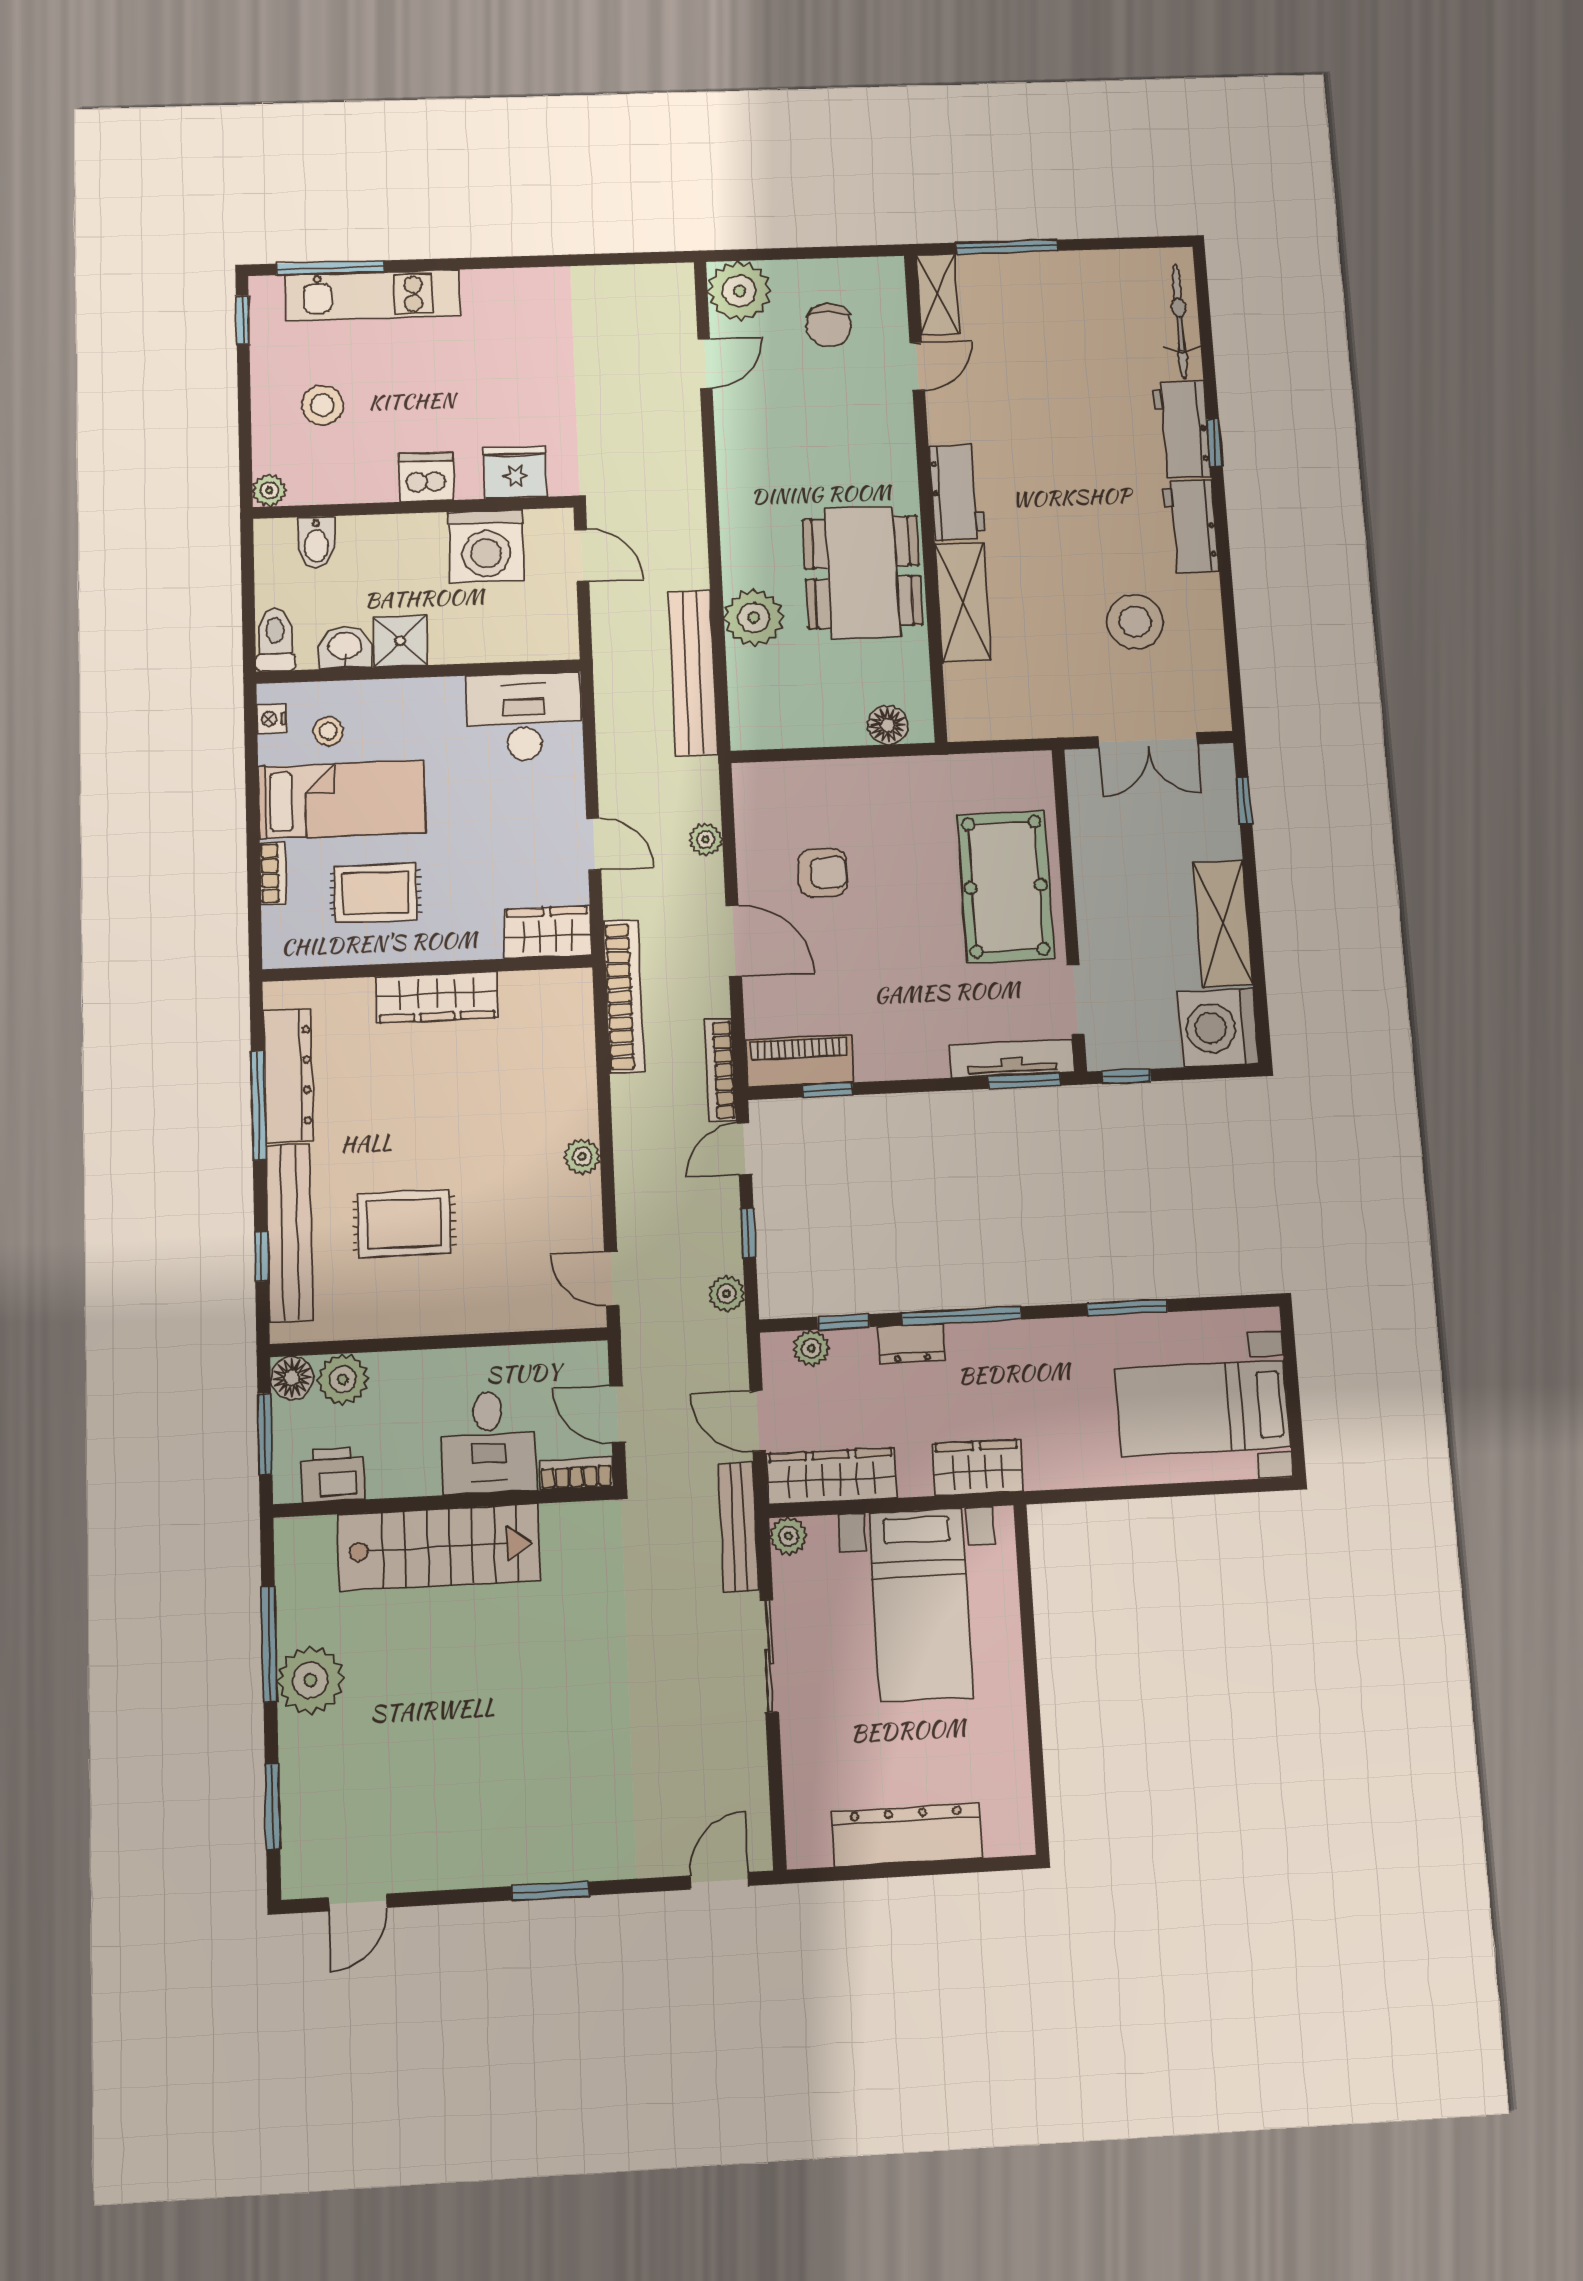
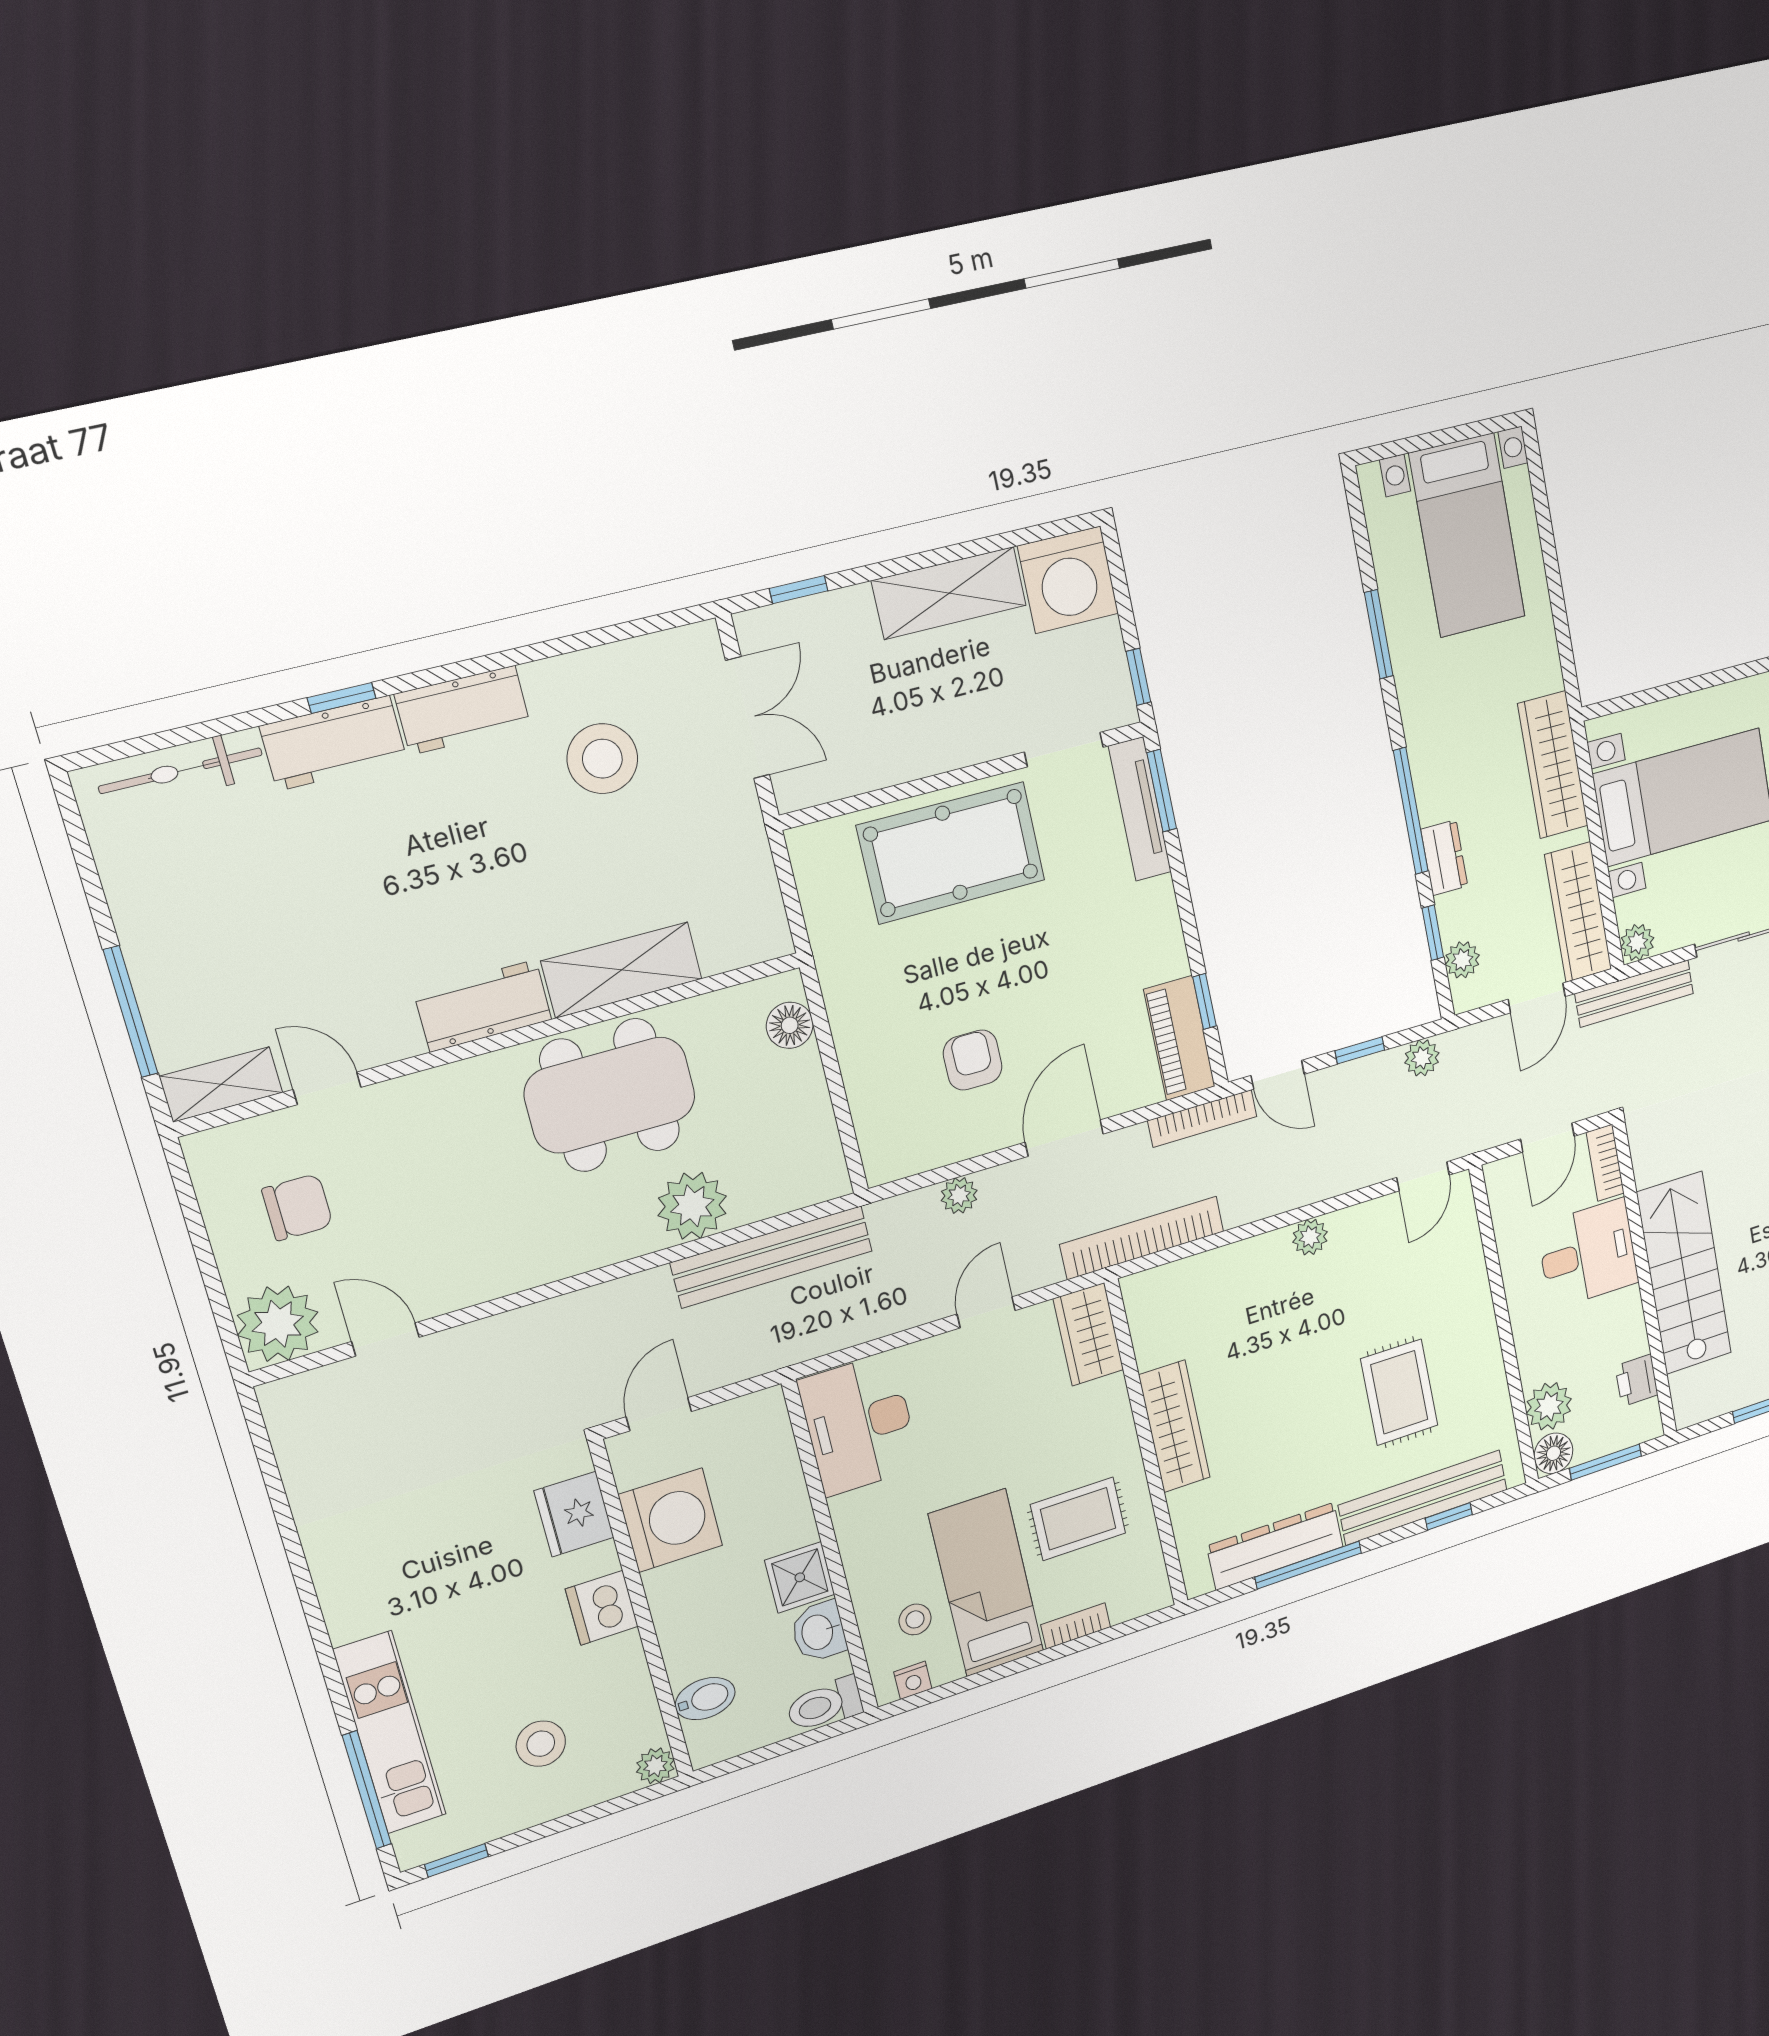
rug: (376, 893) -> (1078, 1519), turned 90
wardrobe: (978, 1468) -> (1553, 765), width x1.50
printer: (333, 1475) -> (1637, 1380), width x0.73, depth x0.81

